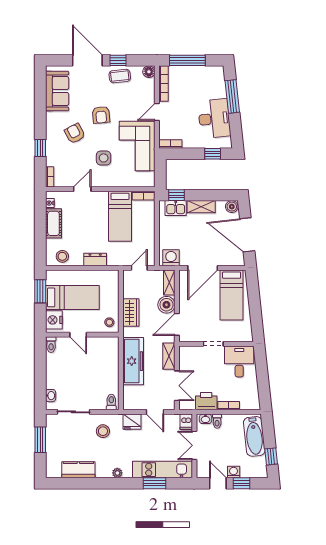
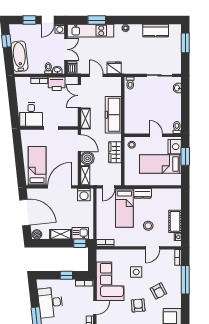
window: (40, 148) -> (185, 280), width x2.17
window: (213, 154) -> (66, 275), moved
bed: (120, 216) -> (124, 208), moved, turned 180
stool: (62, 256) -> (148, 226), moved
window: (40, 291) -> (185, 156), moved
door: (177, 324) -> (79, 143), hinge flipped
stool: (103, 431) -> (137, 60), removed
window: (40, 440) -> (185, 43), moved
washing machine: (234, 472) -> (60, 29), moved
door: (218, 483) -> (48, 20), hinge flipped

